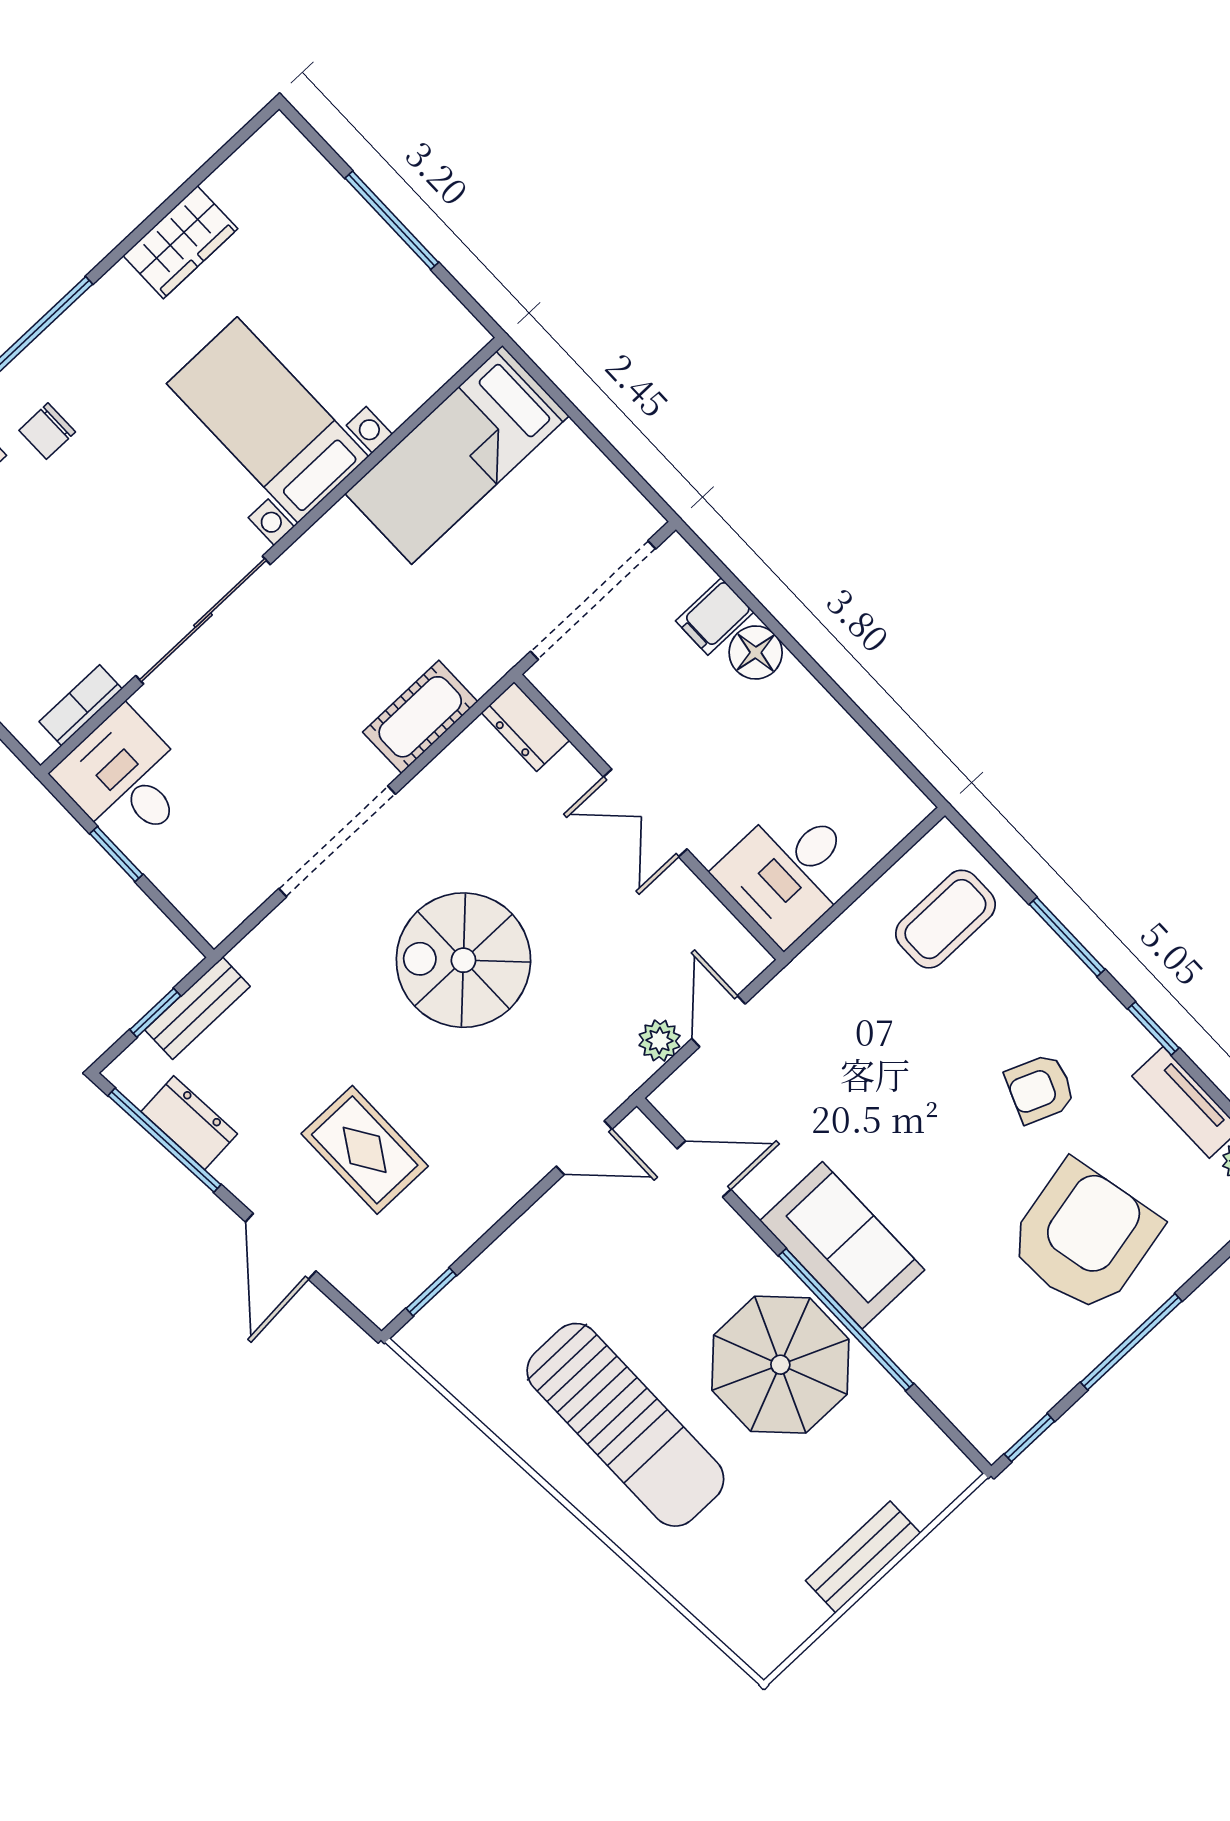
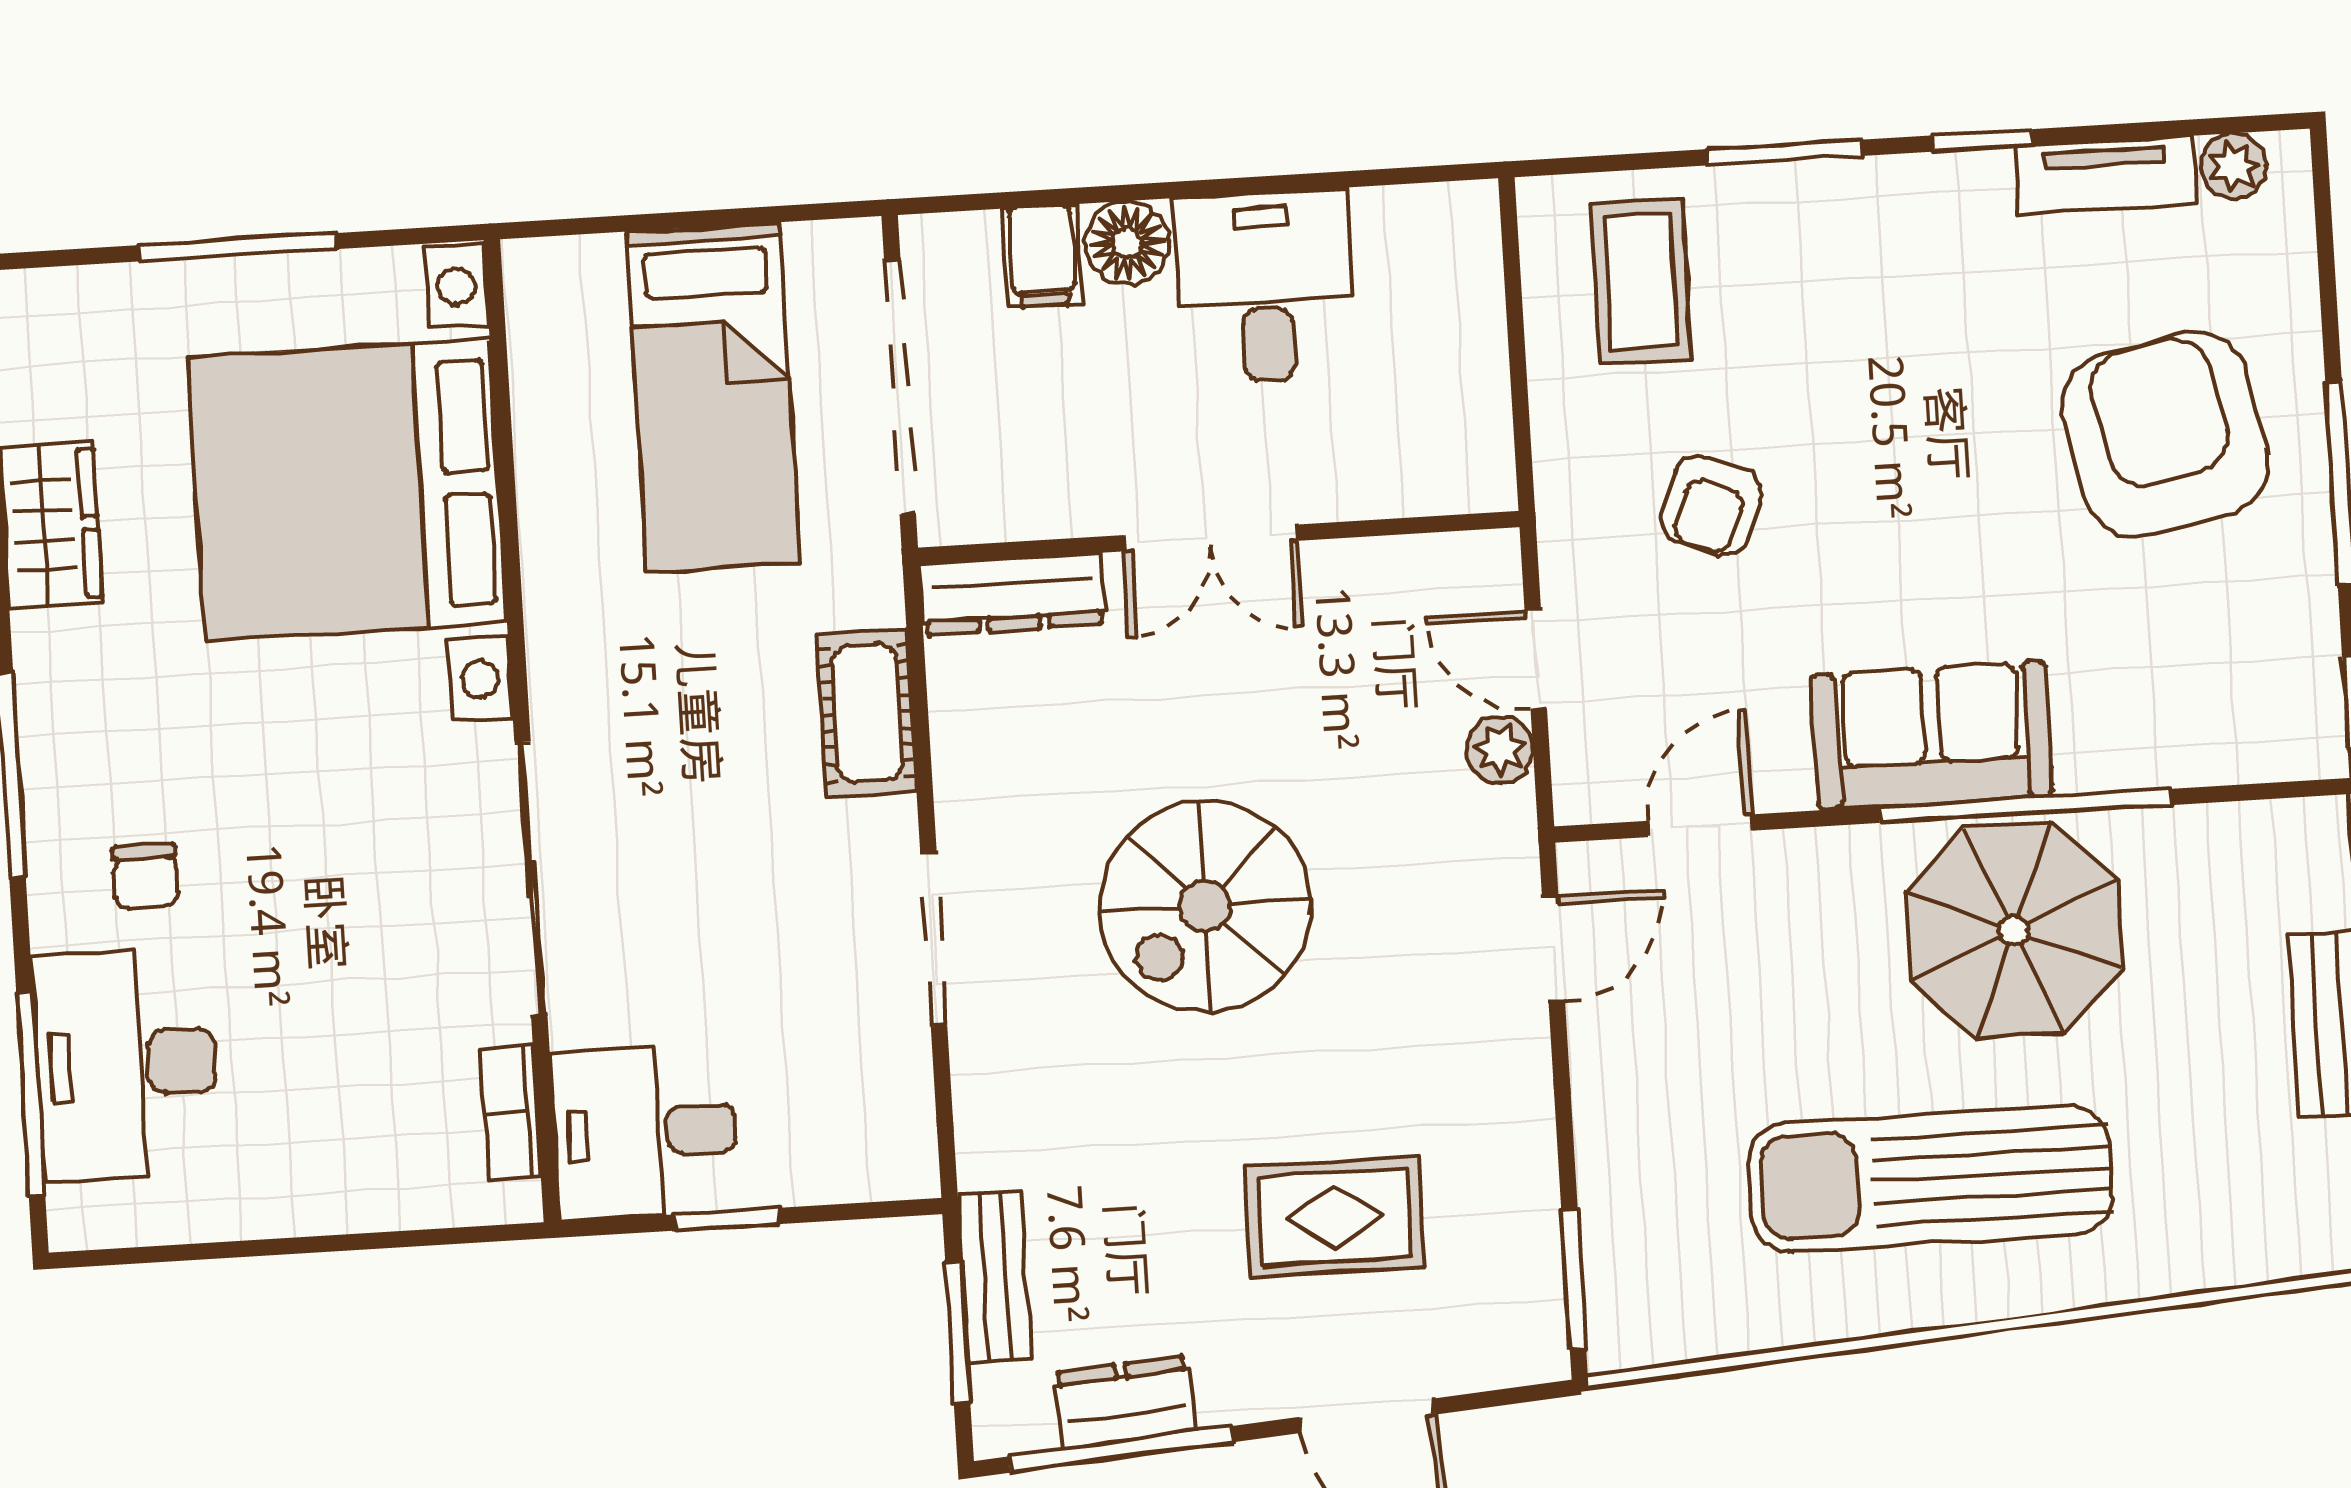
bed with nightstands: (268, 420) -> (347, 490), width x1.85
bed: (457, 455) -> (713, 397), moved
dresser: (525, 727) -> (1012, 594), width x1.44
doorway: (337, 841) -> (934, 939), width x0.73
desk: (789, 871) -> (1265, 287), moved, turned 180
window: (155, 1013) -> (958, 1332), width x1.50
armchair: (1040, 1089) -> (1712, 506), moved
window: (431, 1292) -> (1574, 1280), width x1.50
sun lounger: (625, 1425) -> (1930, 1179), turned 180

